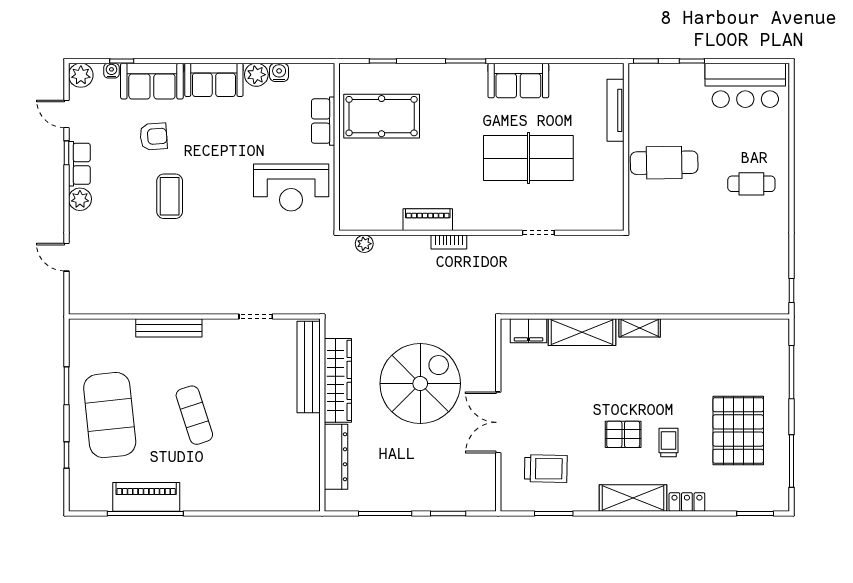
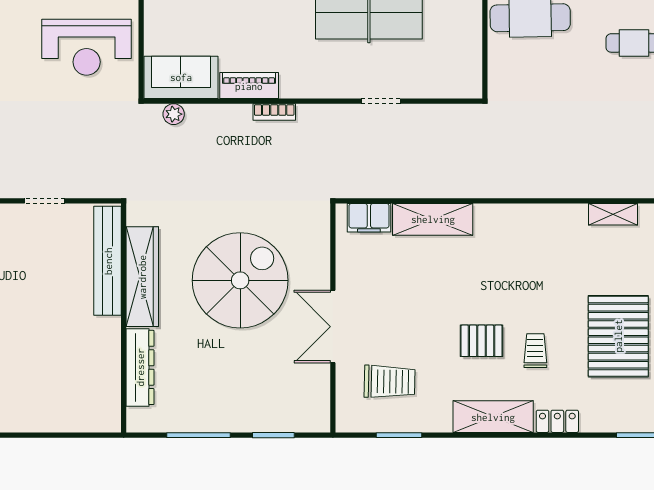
sofa: (370, 213) -> (181, 77), added
shelving: (640, 328) -> (613, 214), moved

